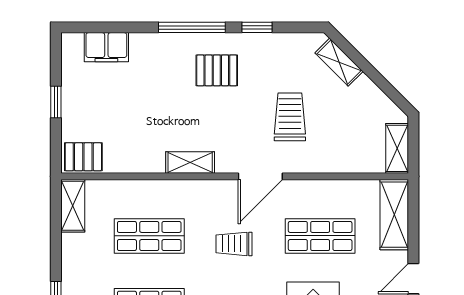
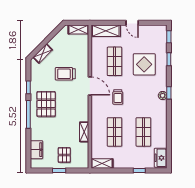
pallet: (217, 70) -> (46, 104), width x1.50, depth x1.42
pallet: (83, 157) -> (64, 155), moved
shelving: (190, 162) -> (84, 132), moved

